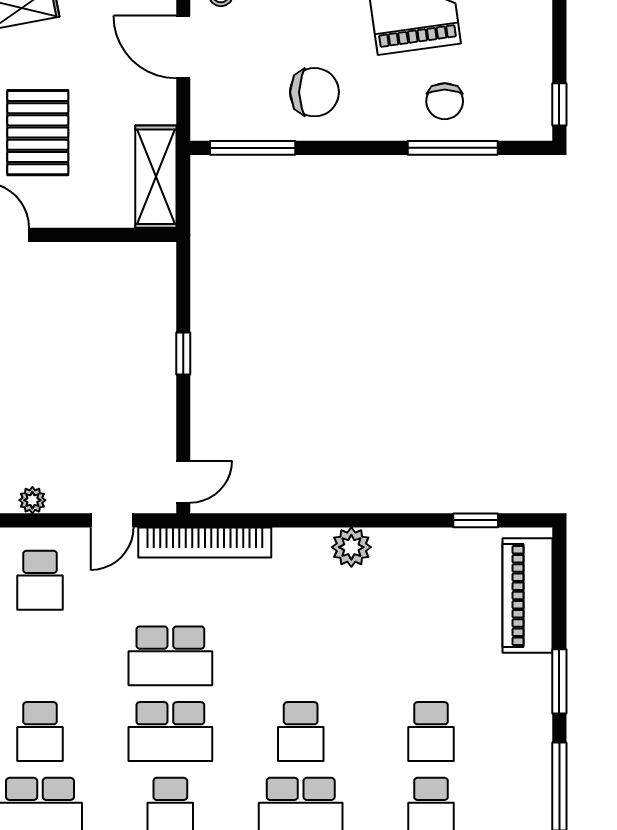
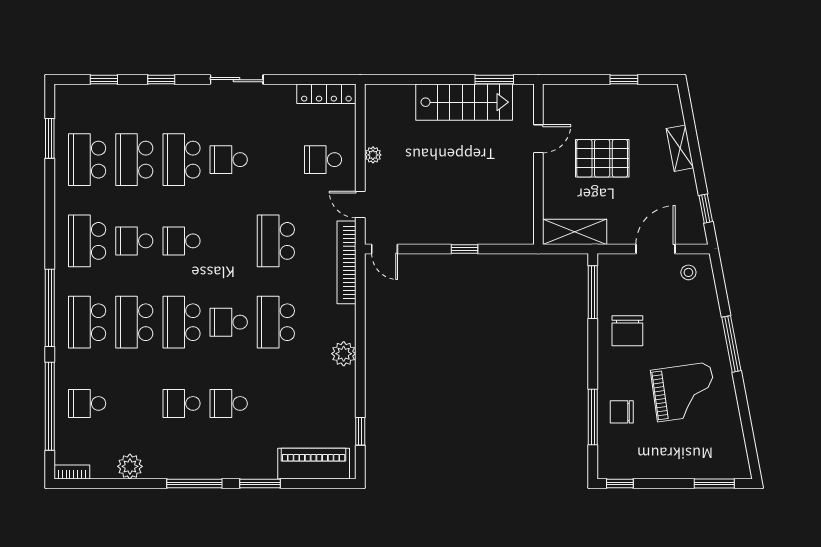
school desk: (170, 732) -> (276, 322), moved

